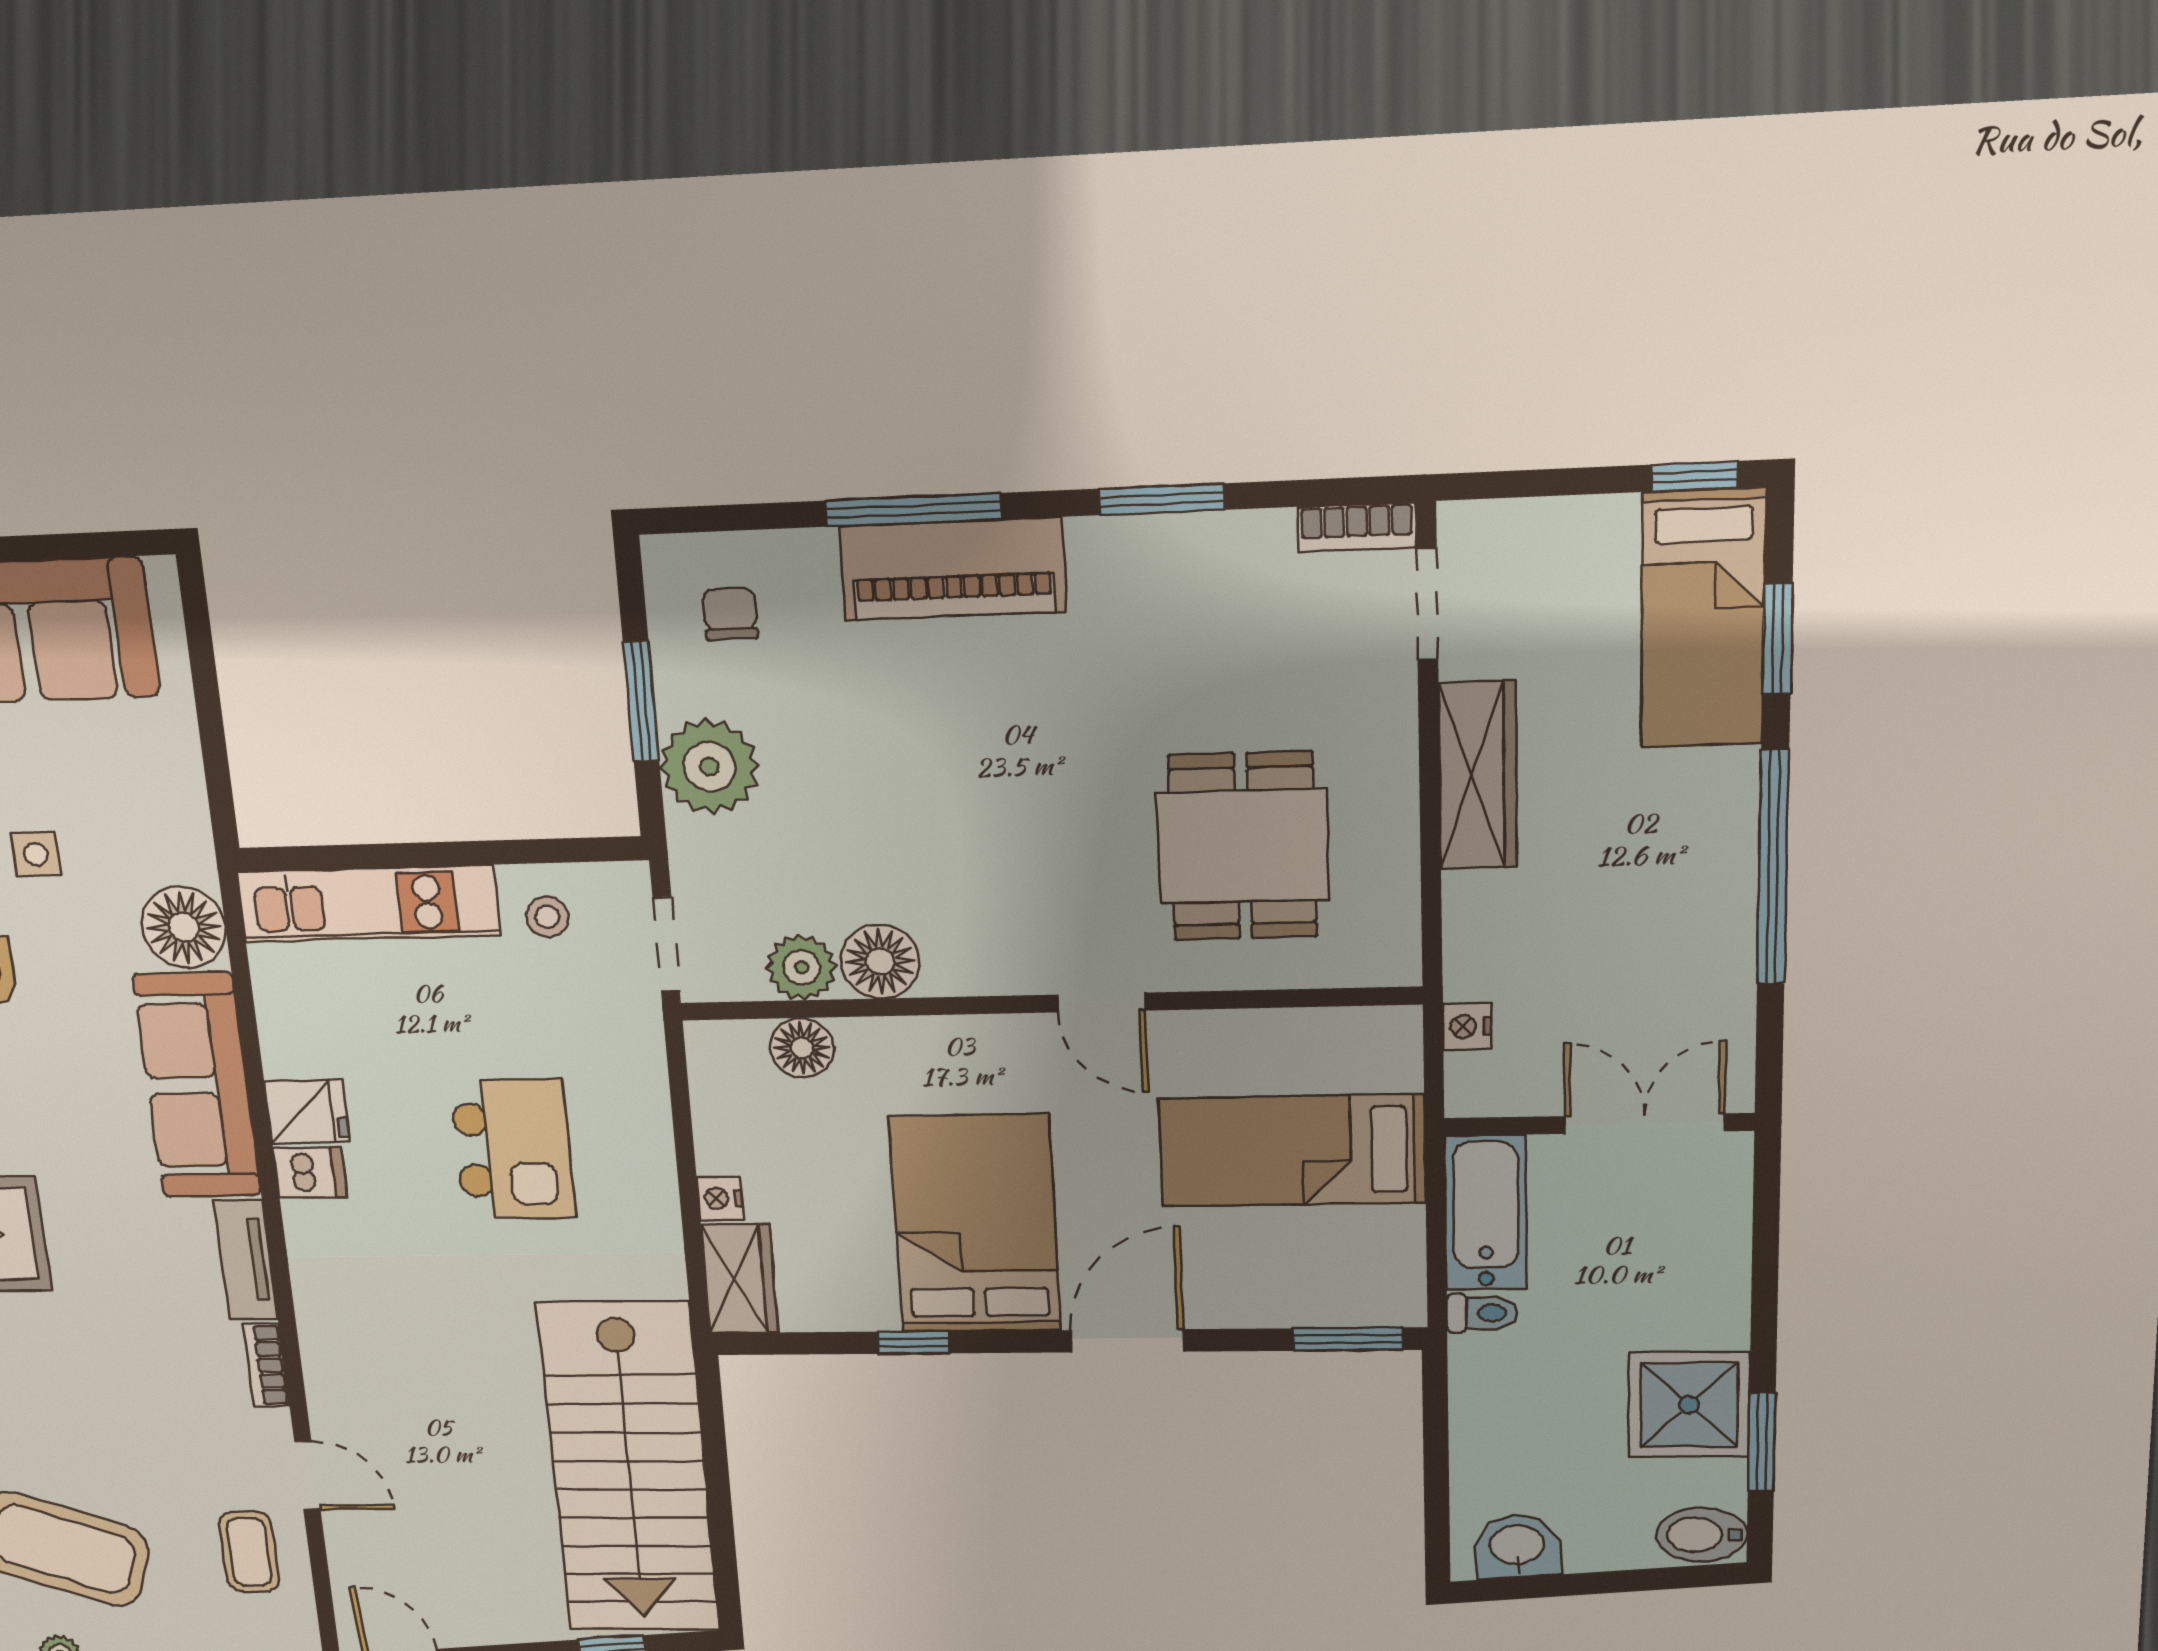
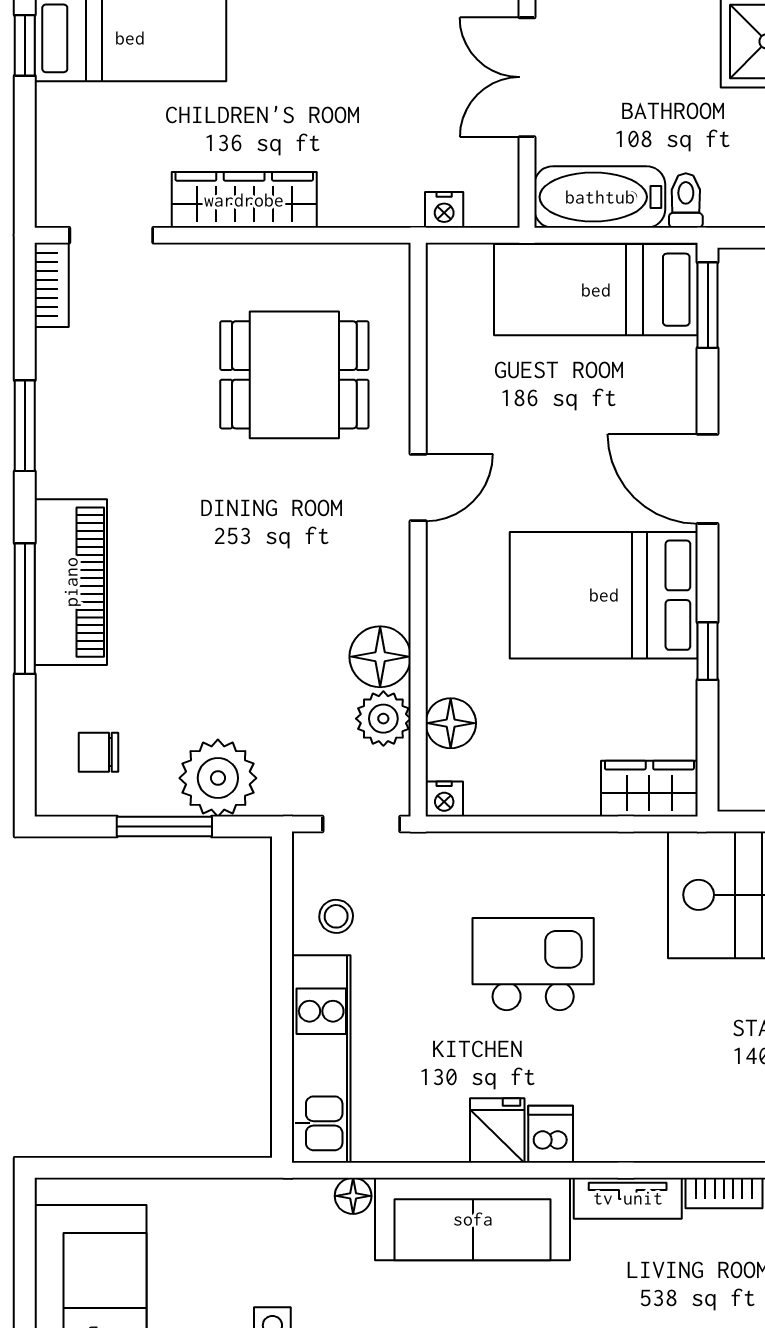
floor lamp: (184, 927) -> (353, 1196), width x0.53, depth x0.53
bed: (1292, 1151) -> (596, 290), moved, turned 90
nightstand: (720, 1198) -> (444, 799), moved

